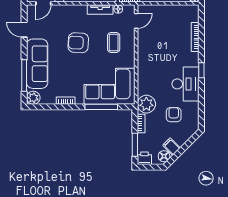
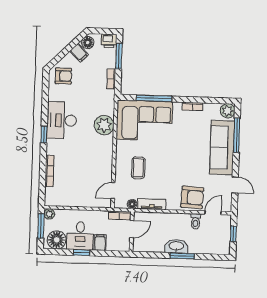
armchair: (78, 43) -> (192, 197), moved
plant: (146, 104) -> (104, 125), moved
armchair: (174, 115) -> (63, 76), moved, turned -90

